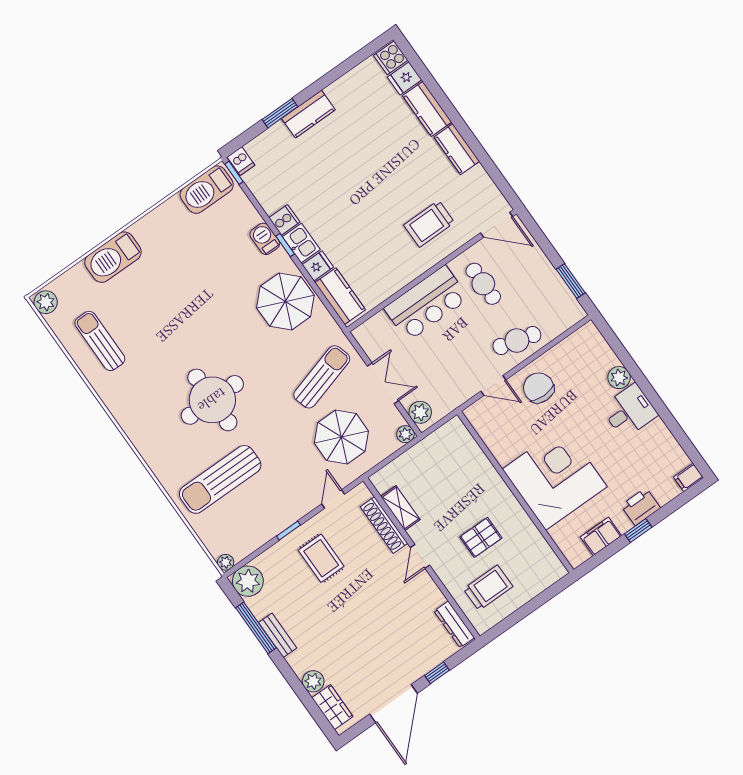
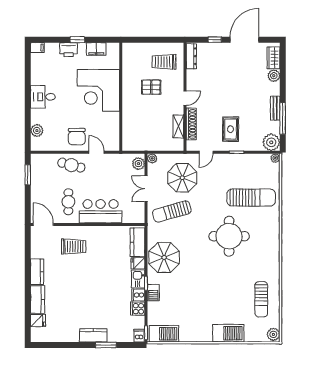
cooker: (391, 58) -> (138, 309), moved, turned 180
plant: (619, 378) -> (37, 131), moved

